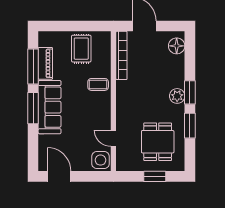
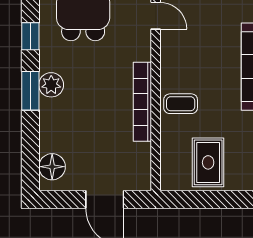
bookcase: (121, 55) -> (142, 102), moved
window: (190, 126) -> (30, 36), width x0.67

